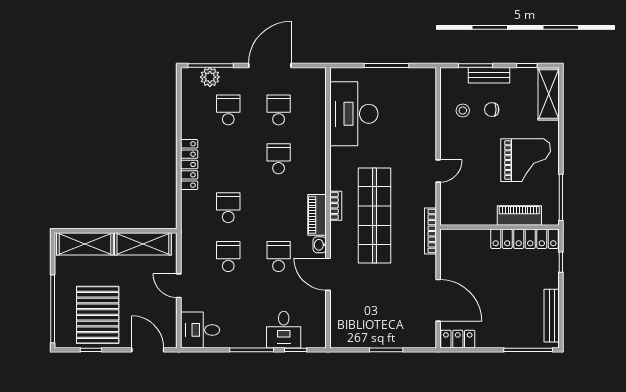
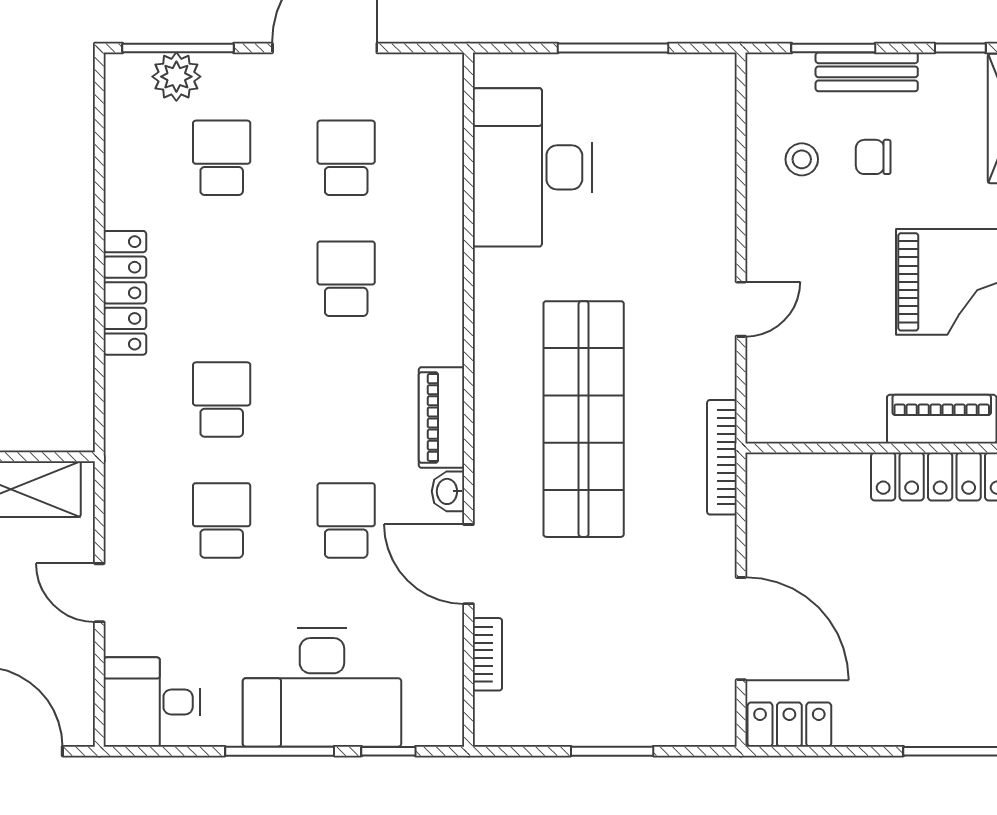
bookcase: (336, 206) -> (487, 654), moved
desk: (284, 330) -> (322, 688), width x1.87, depth x1.30

